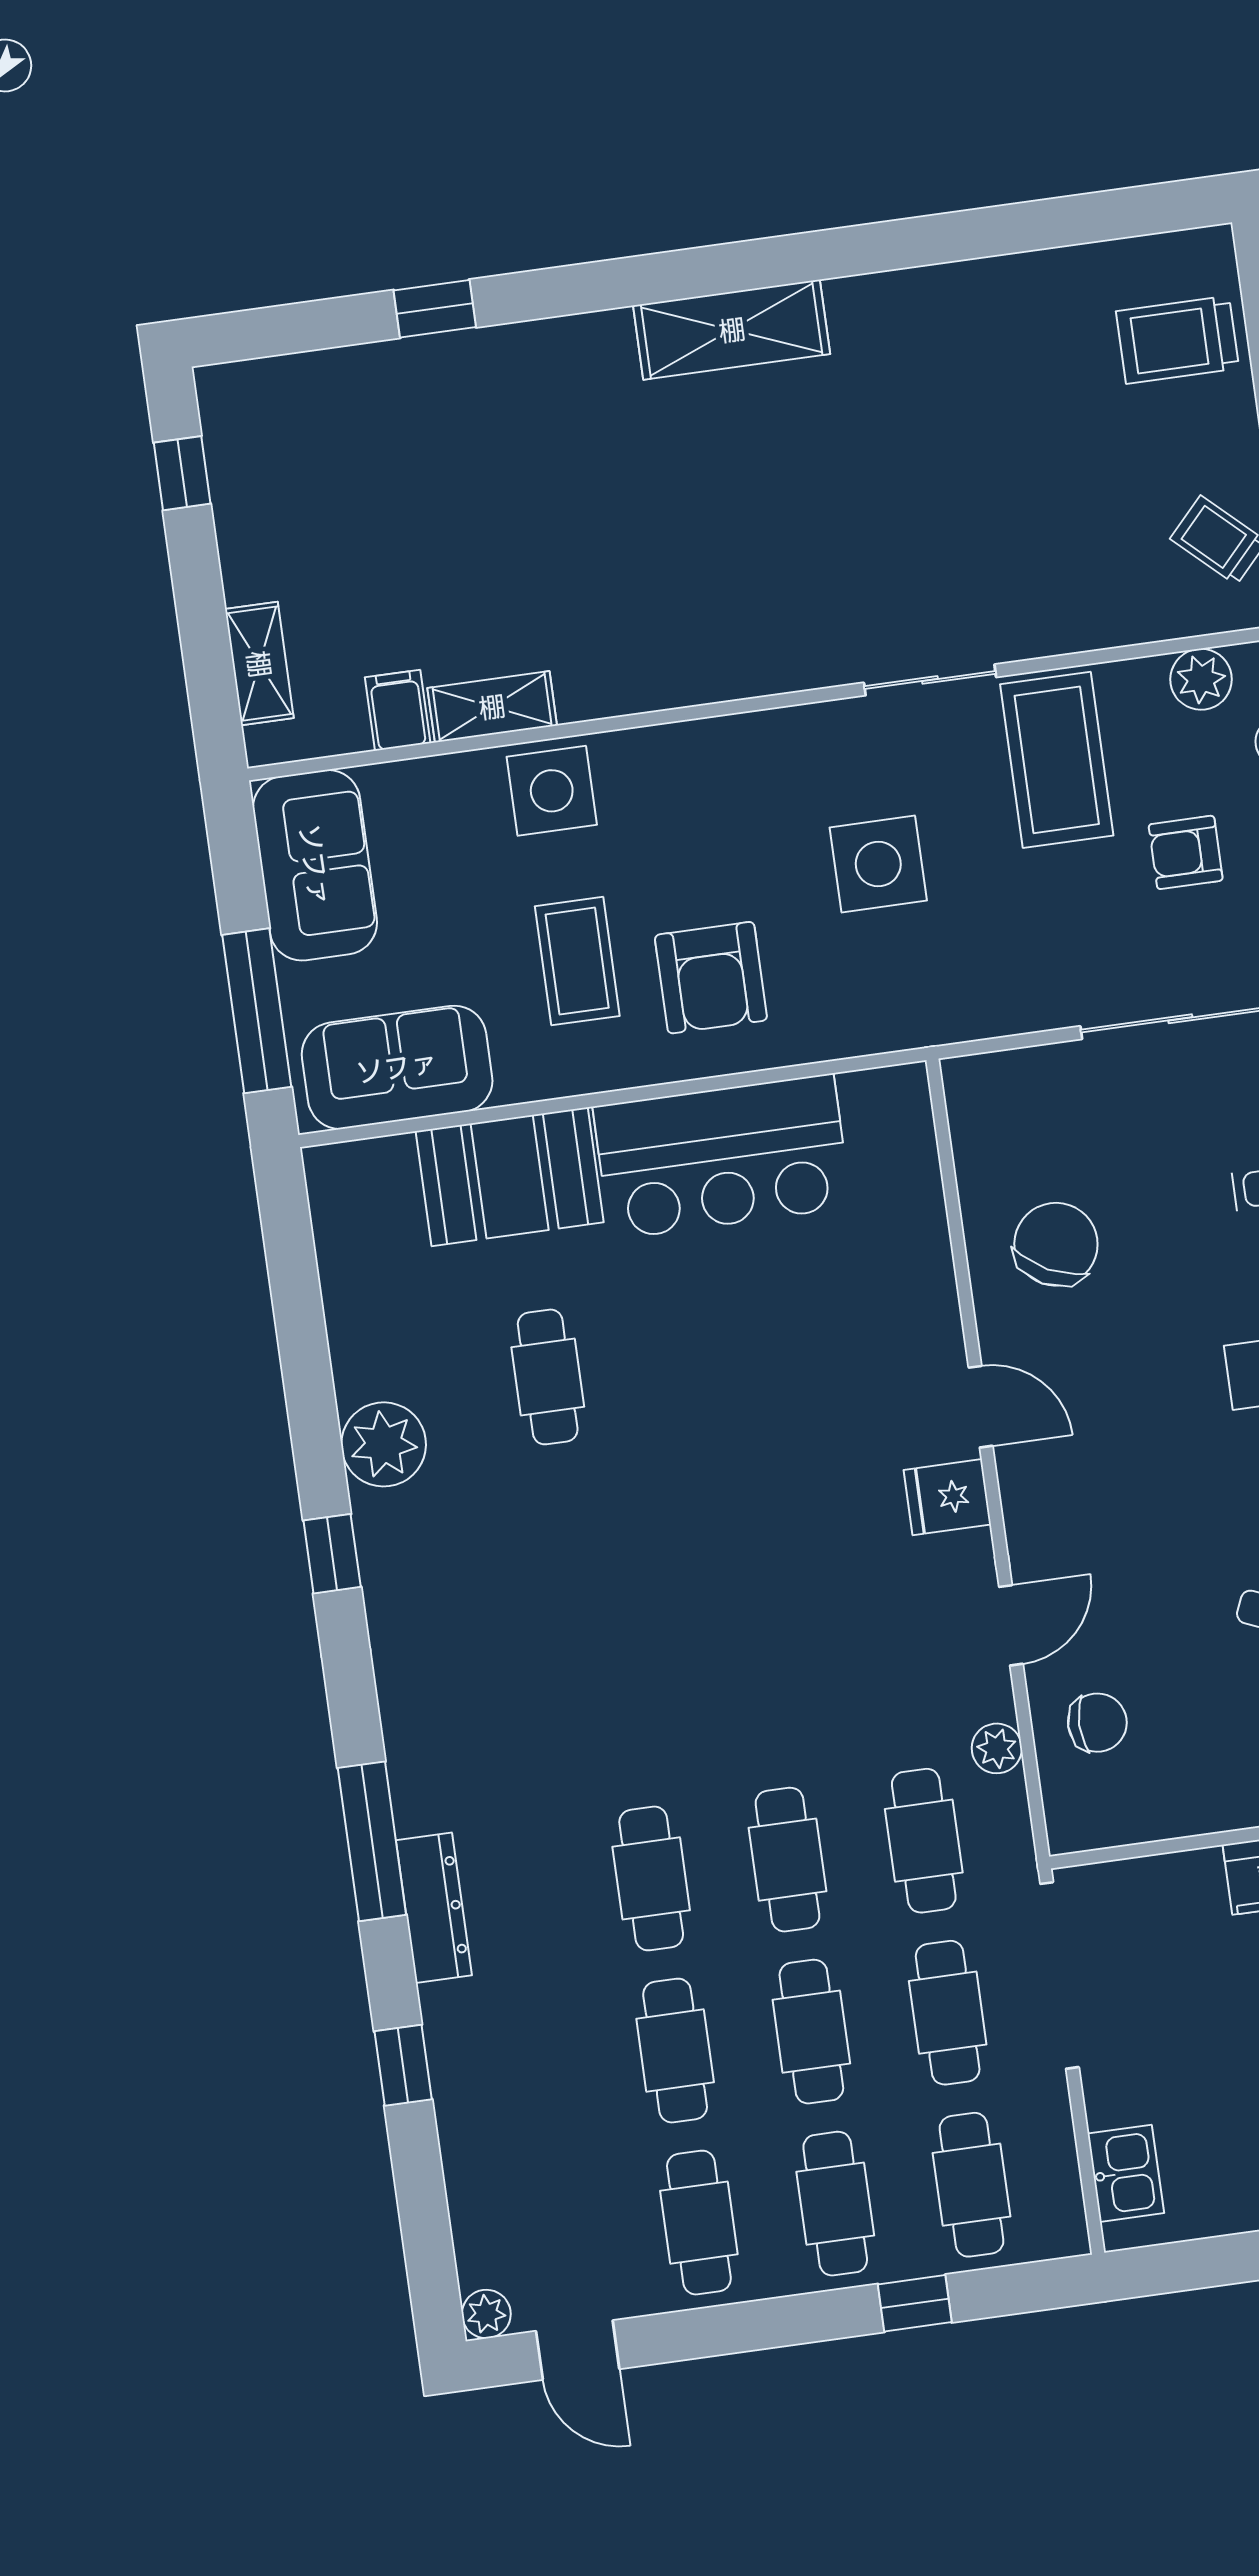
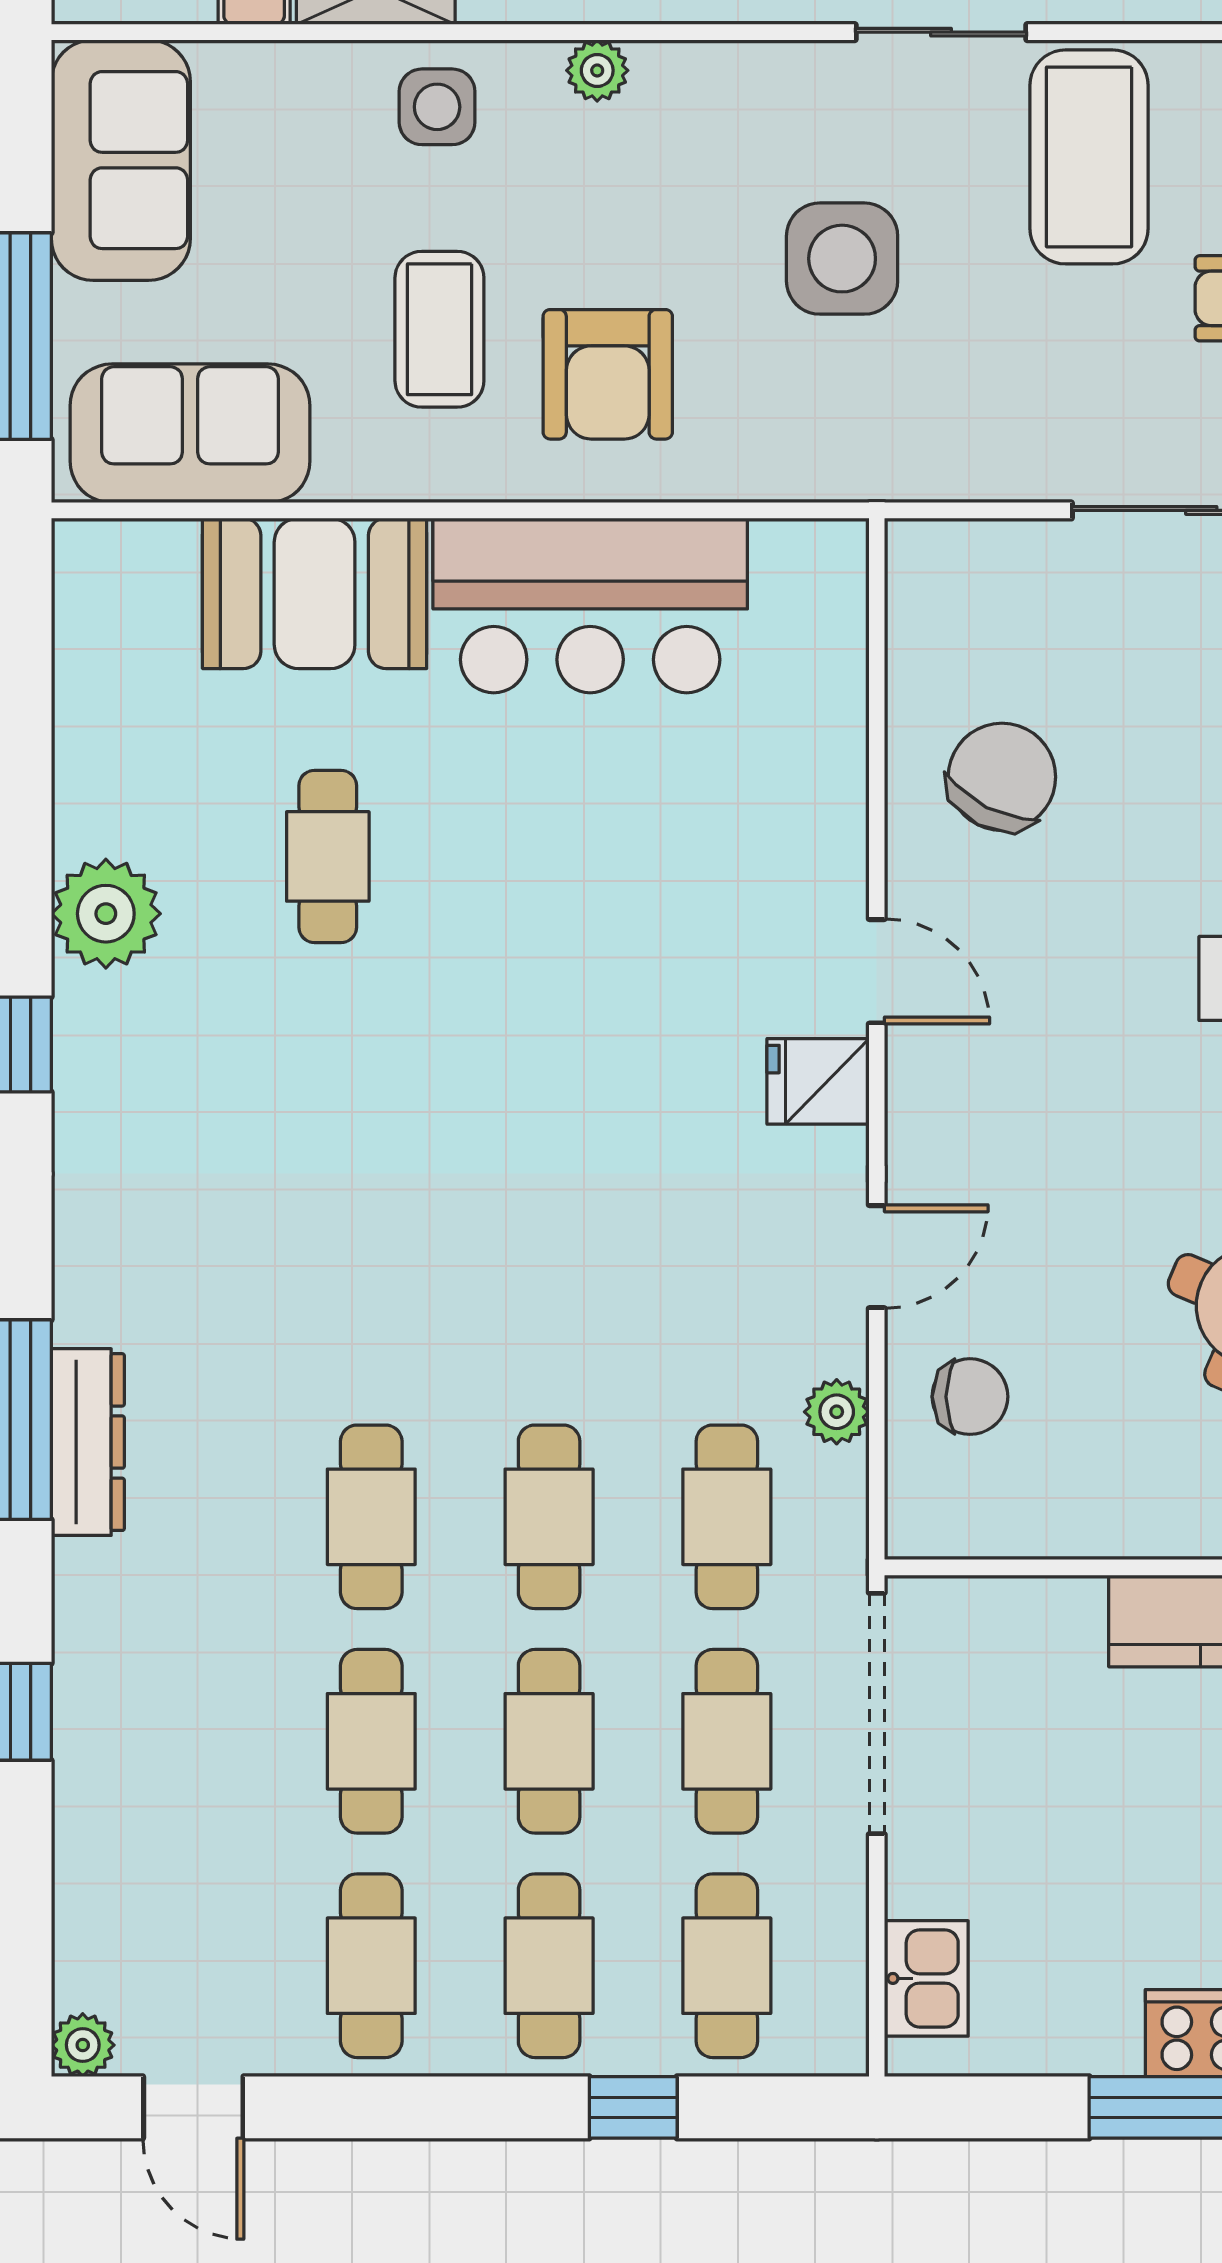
plant: (671, 746) -> (597, 70), added
side table: (552, 791) -> (437, 107), width x0.73, depth x0.73
dresser: (434, 1908) -> (88, 1442), moved

